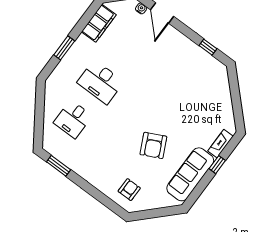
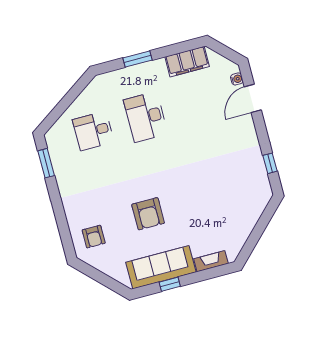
armchair: (153, 145) -> (148, 214), turned -64
window: (217, 165) -> (170, 284), moved
armchair: (129, 190) -> (94, 237), turned 90

